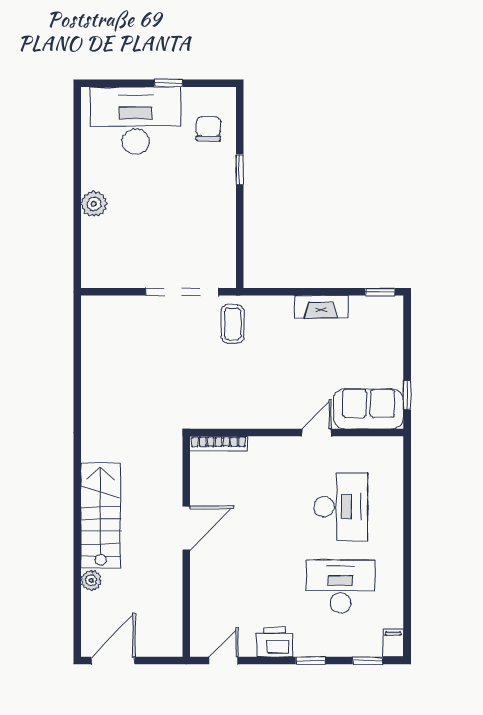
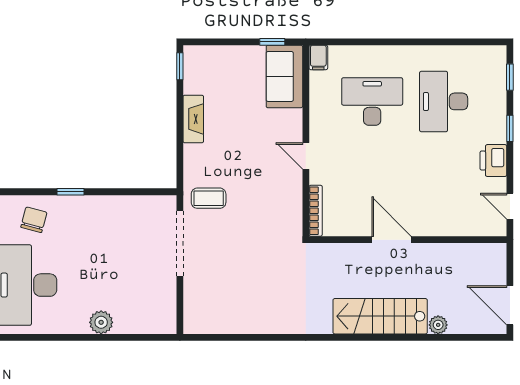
chair: (208, 129) -> (34, 220), turned 105
door: (317, 433) -> (306, 156), moved
filing cabinet: (393, 643) -> (318, 57), moved, turned -90

